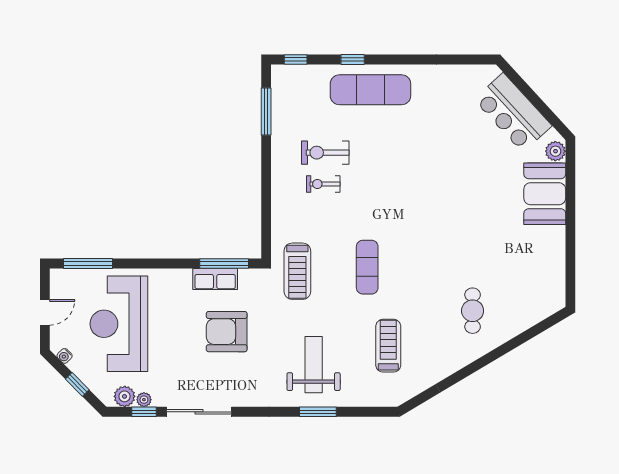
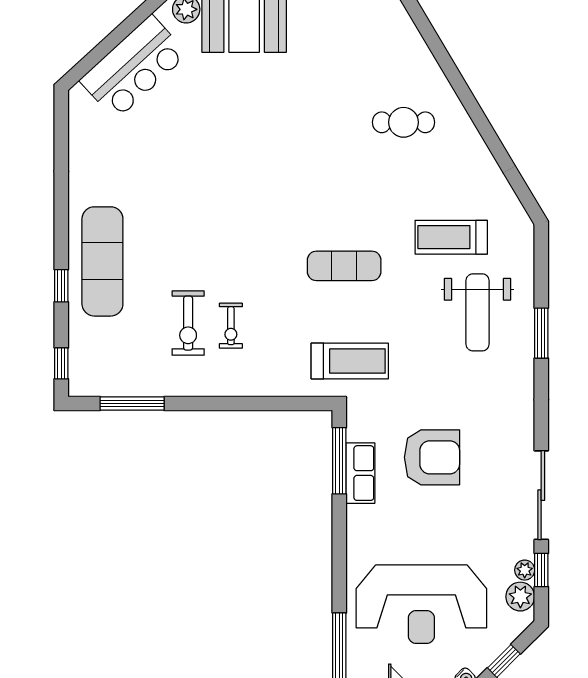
armchair: (227, 332) -> (432, 457), turned -90
weight bench: (314, 365) -> (478, 312), moved, turned -90

